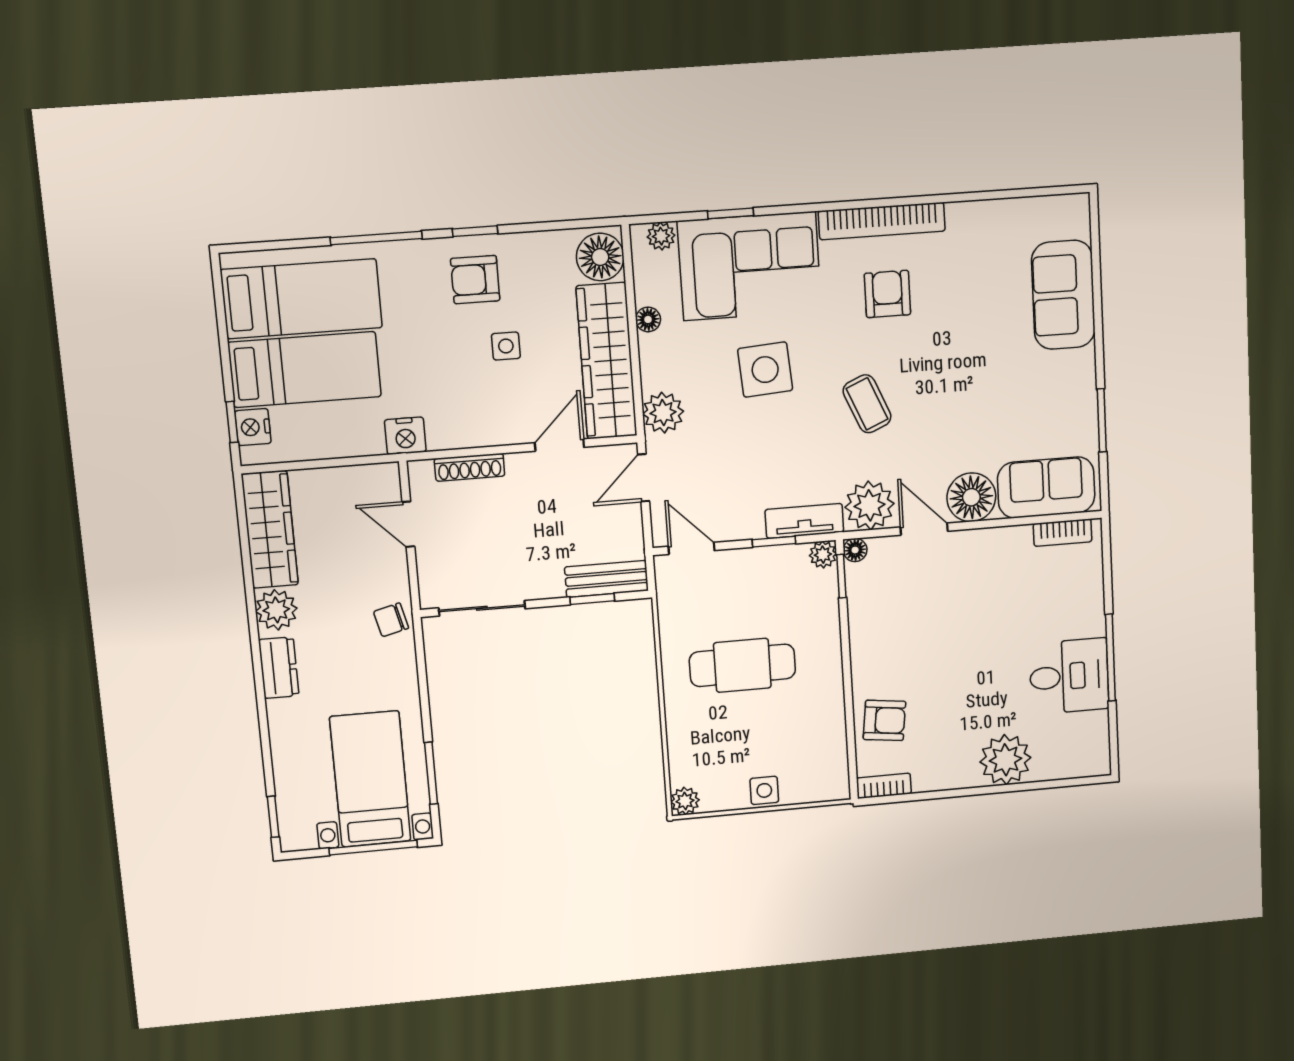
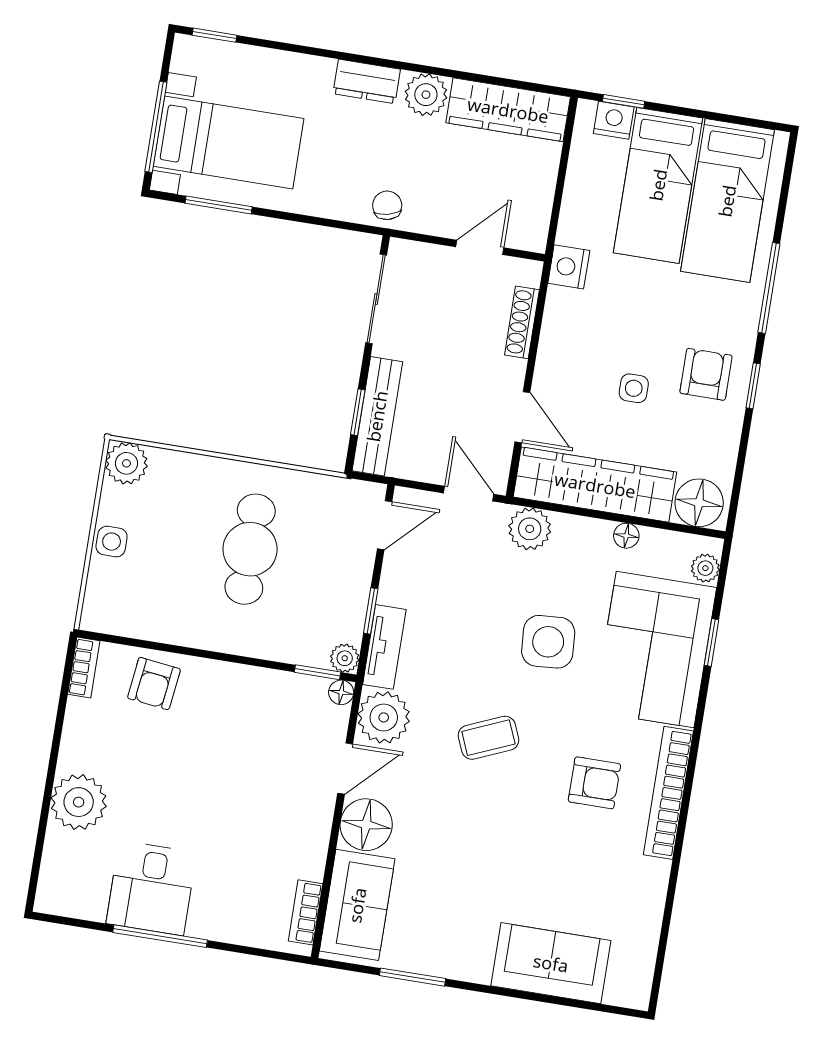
bench: (606, 579) -> (377, 416), width x1.36
plant: (685, 801) -> (126, 463), width x1.38, depth x1.38

